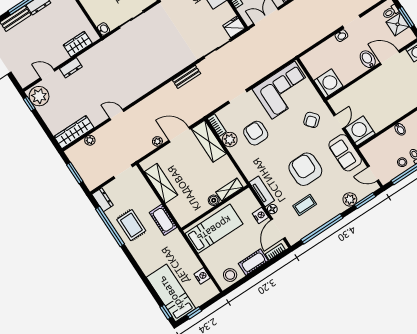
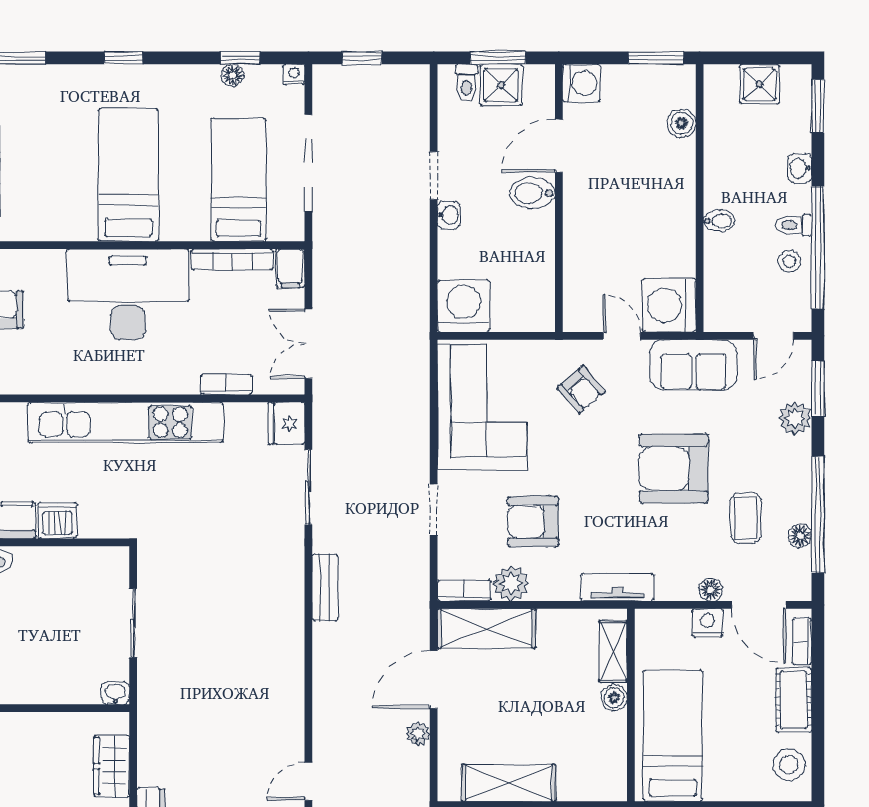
washing machine: (328, 83) -> (463, 306), moved
tv unit: (262, 191) -> (617, 587), moved
floor lamp: (311, 227) -> (800, 536), added

